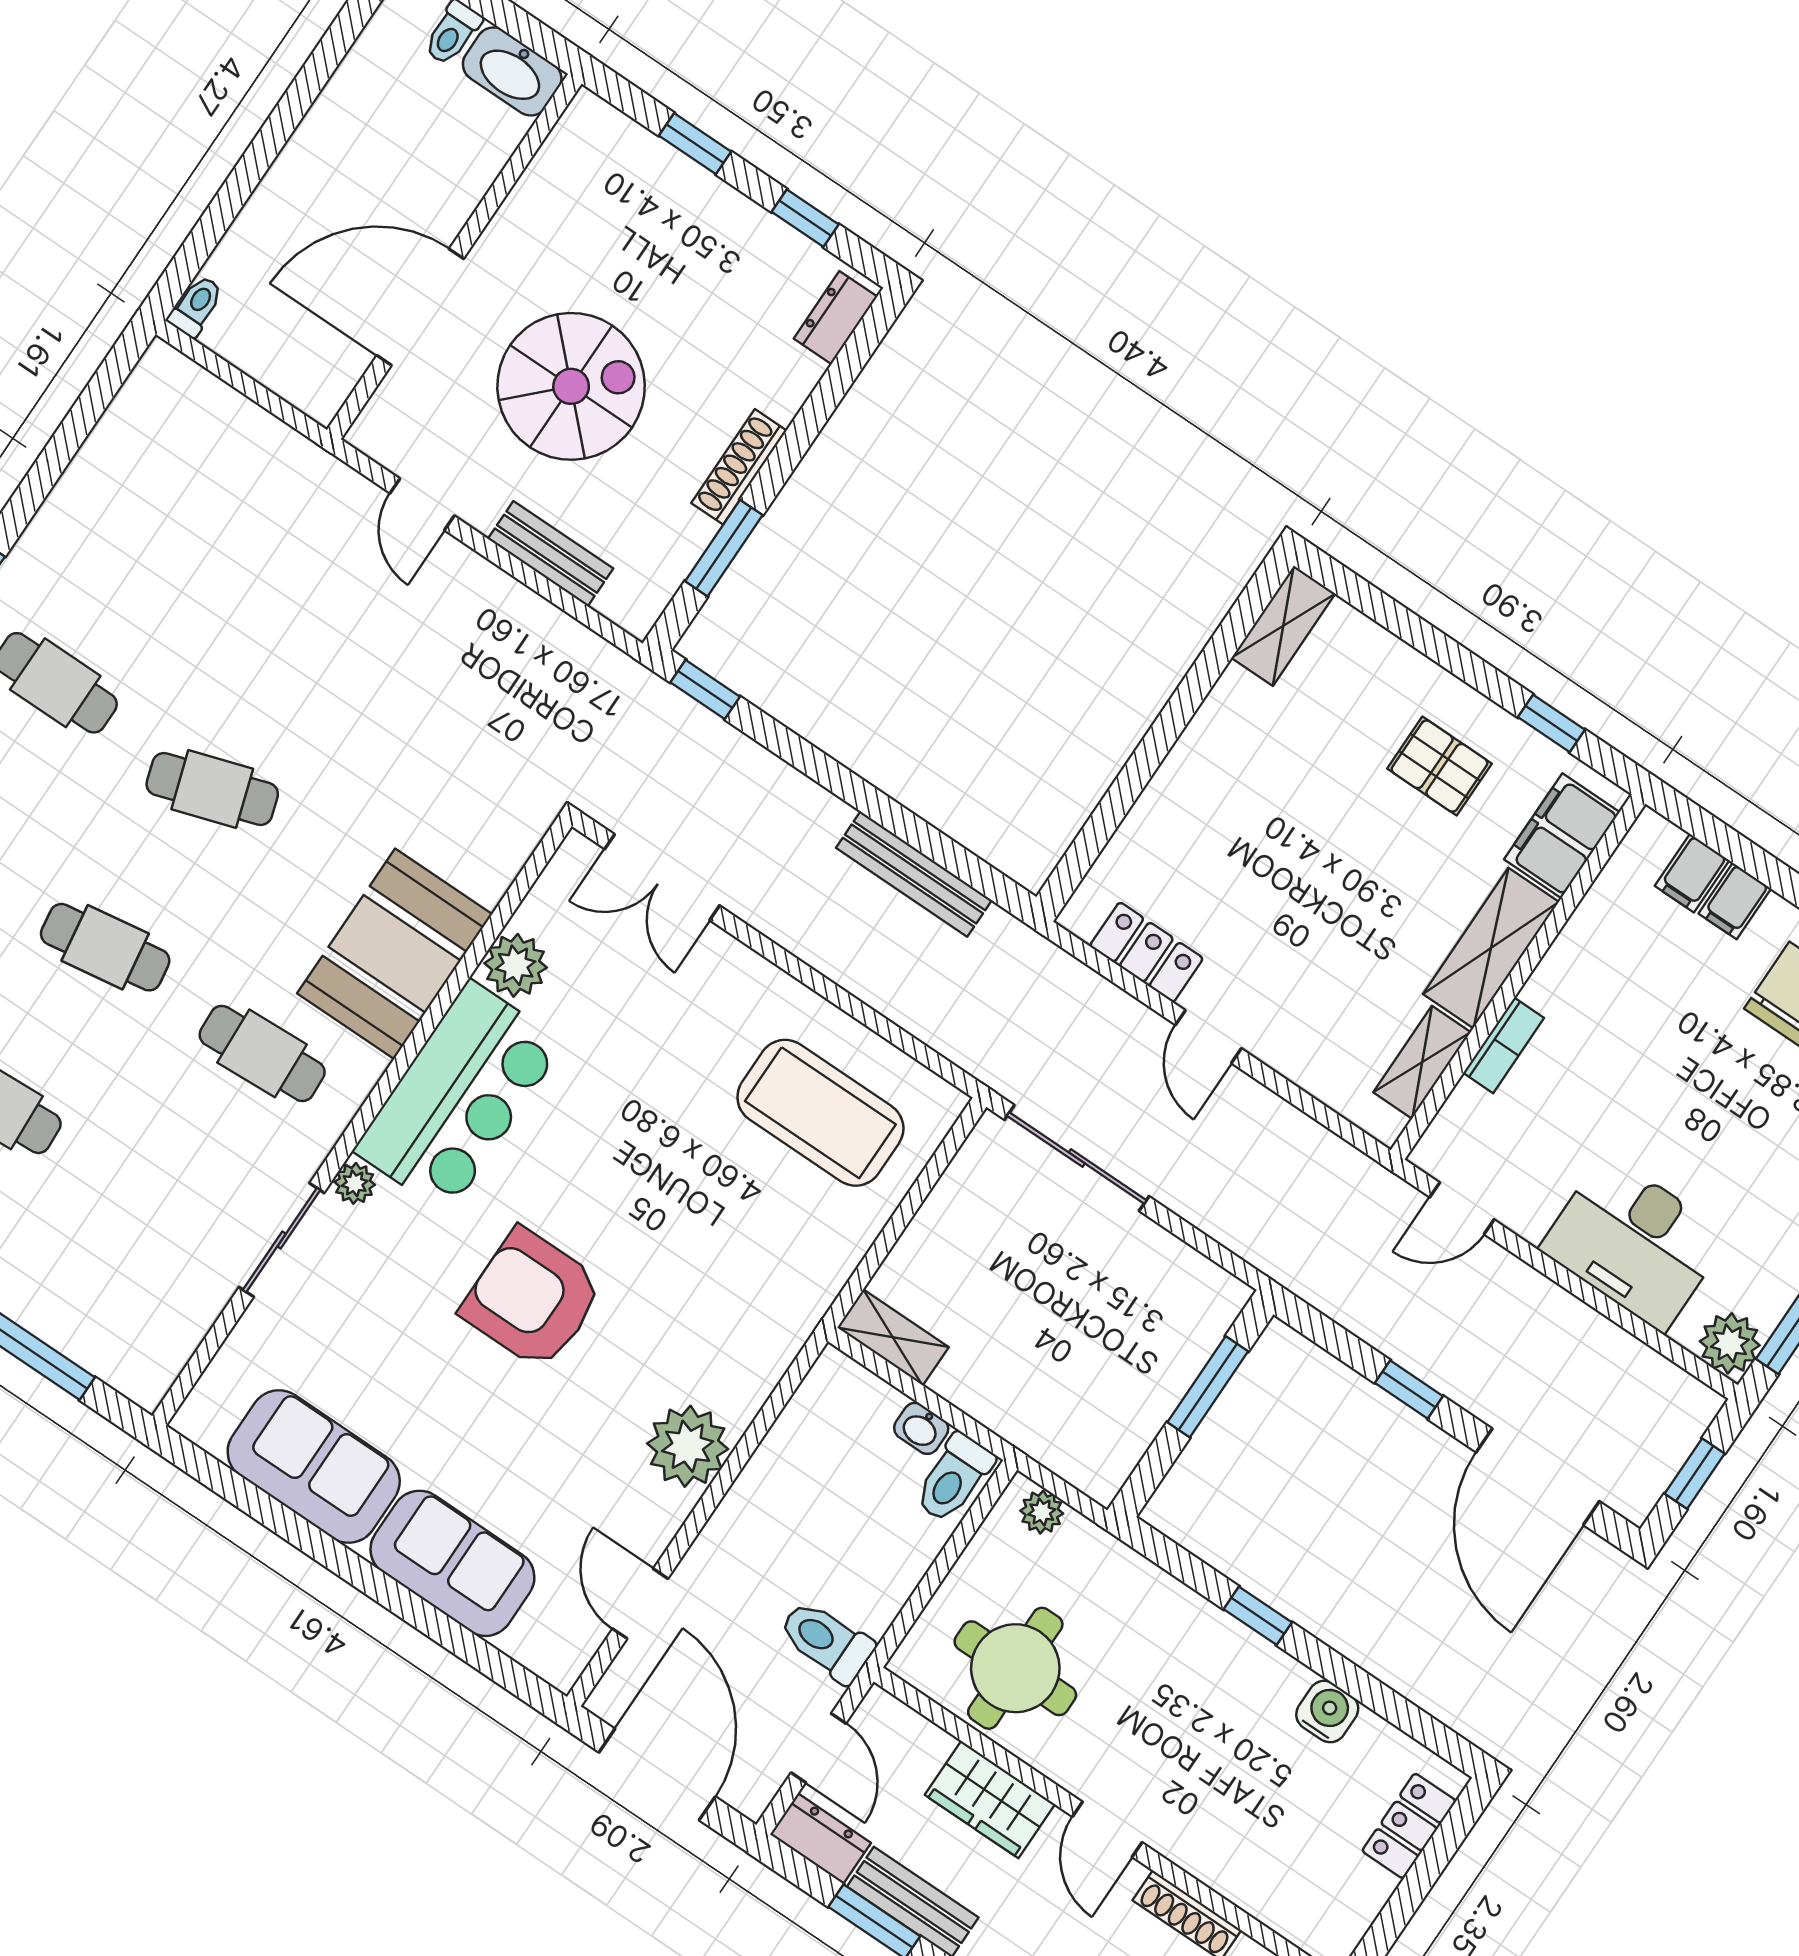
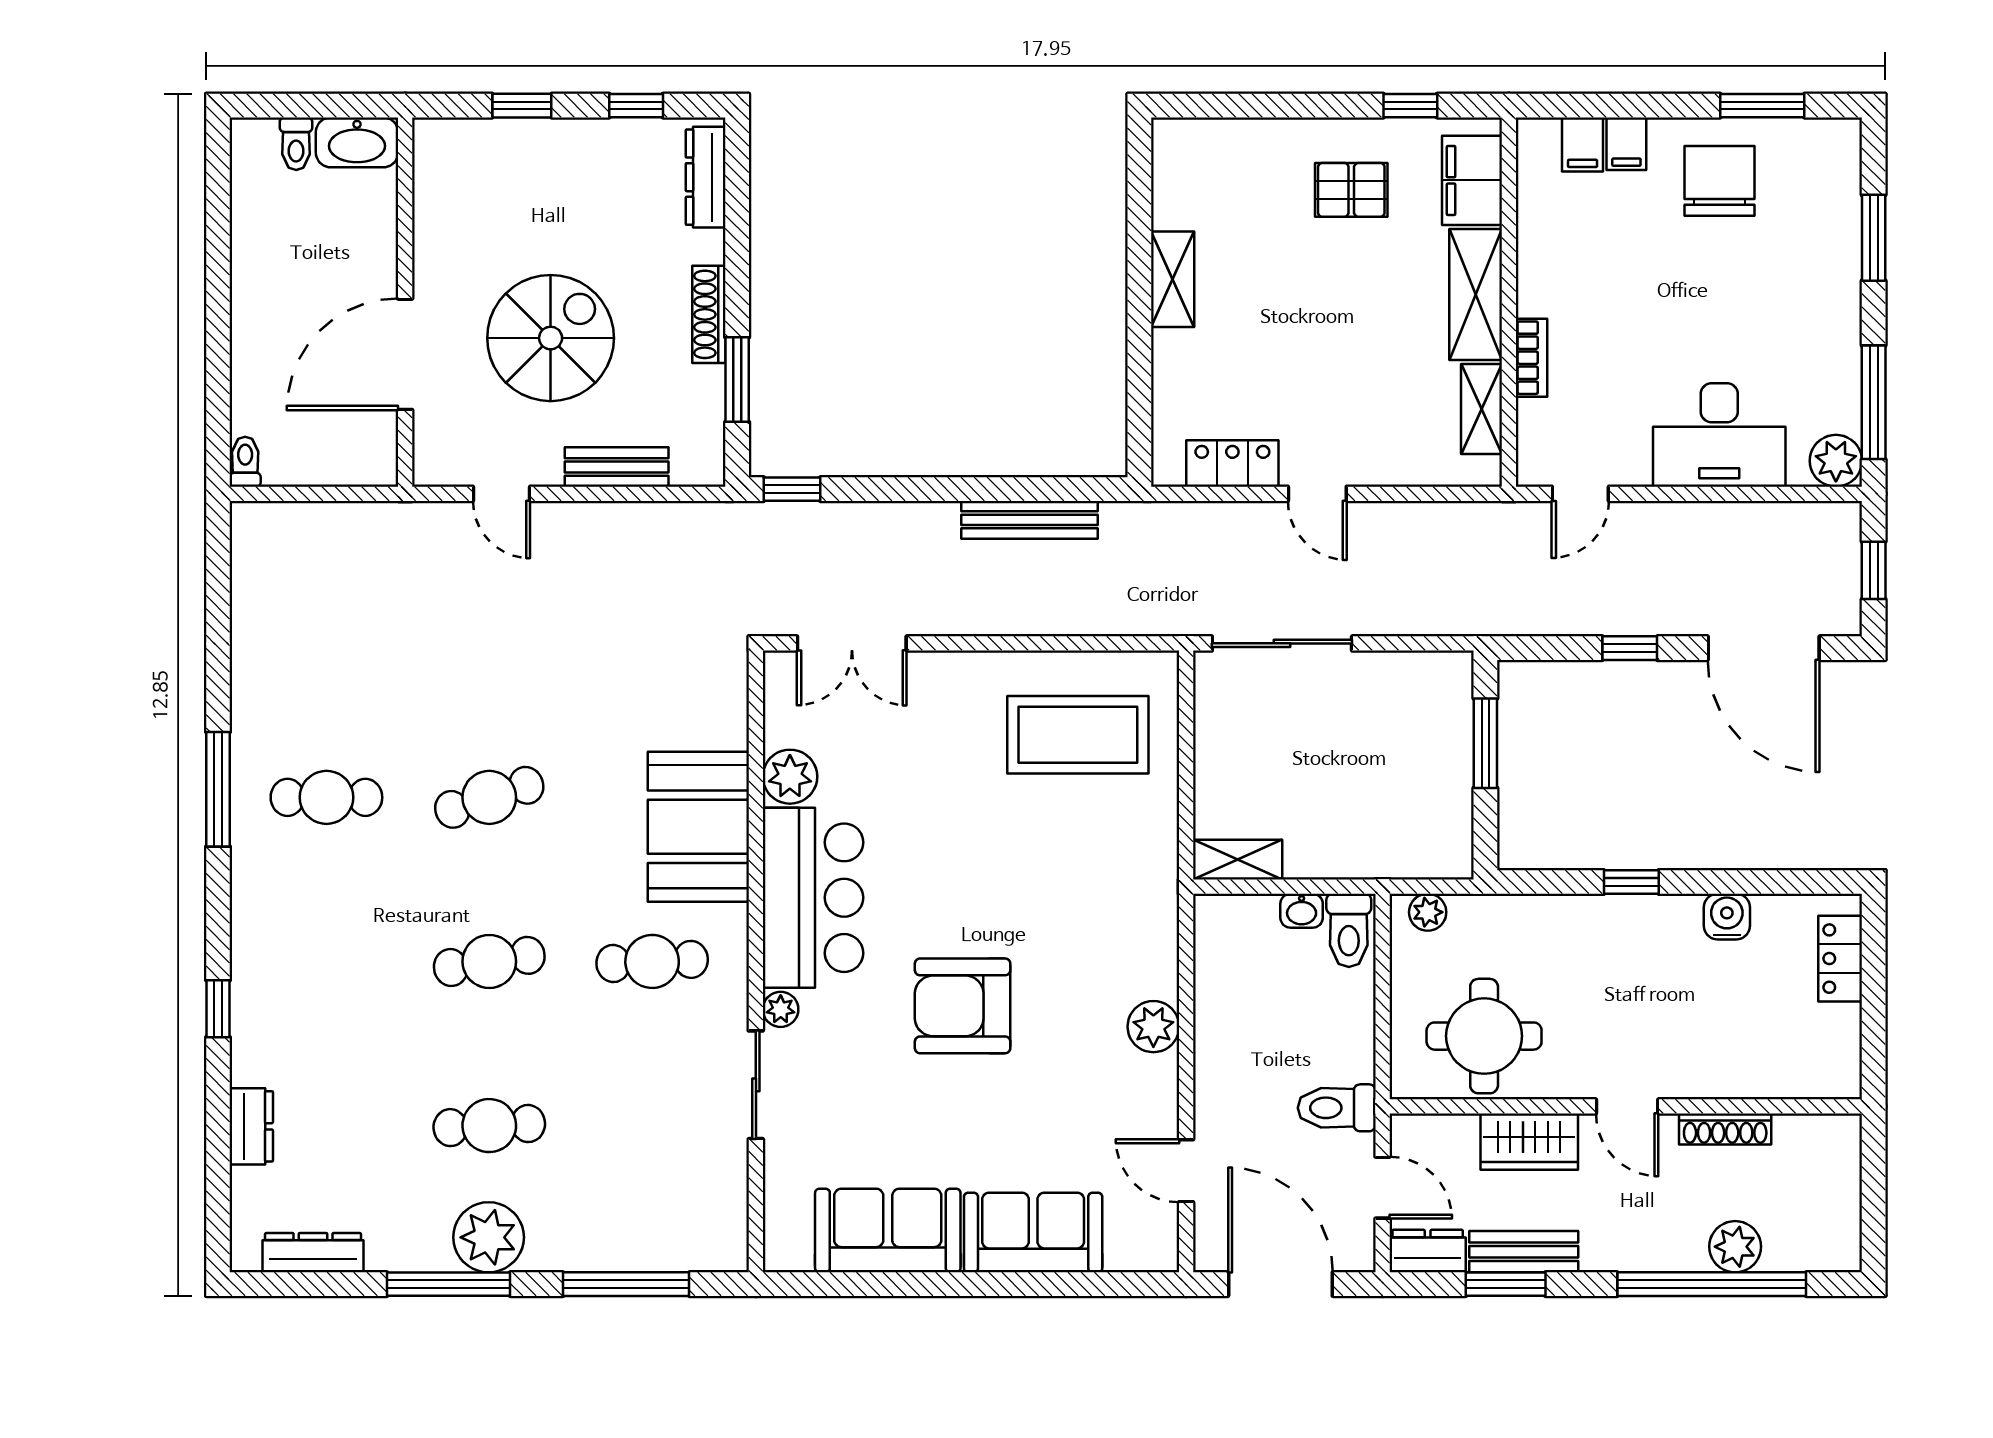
dresser: (836, 318) -> (706, 177), width x1.44
shelving: (1283, 626) -> (1173, 279), moved
plant: (688, 1446) -> (1153, 1027), width x0.73, depth x0.73

